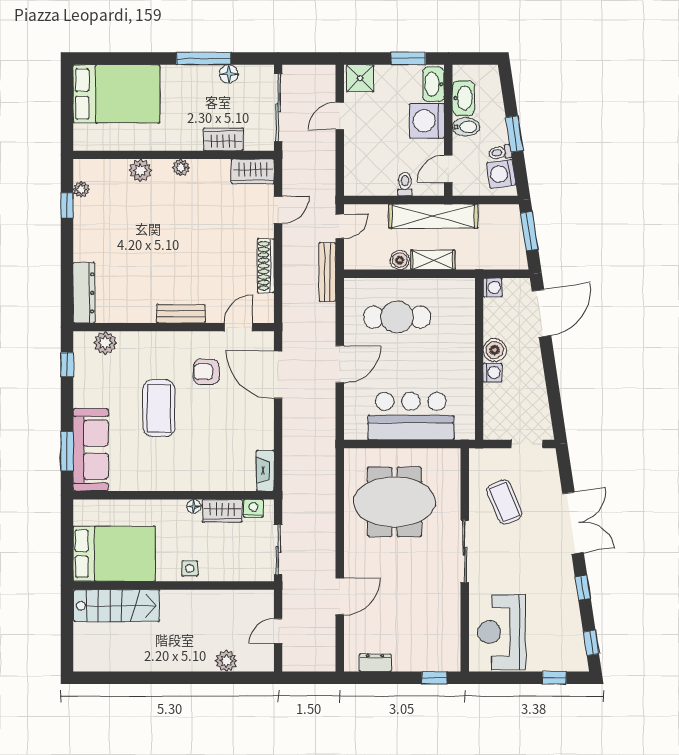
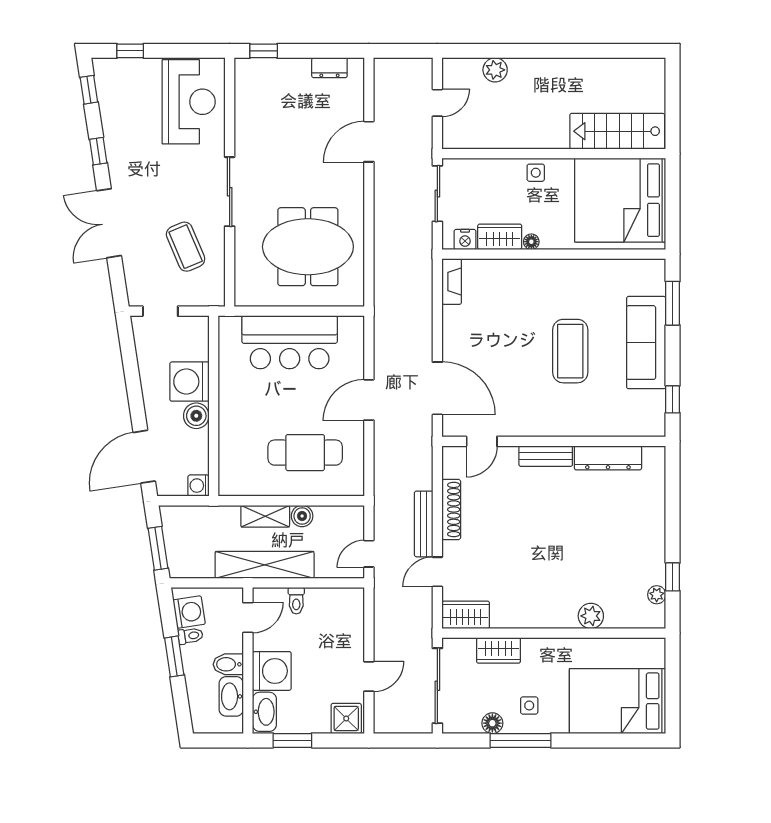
side table: (196, 90) -> (529, 705), added
plant: (181, 167) -> (546, 619), removed
bench: (327, 272) -> (424, 524), moved
dresser: (84, 293) -> (608, 458), moved, turned -90
plant: (105, 343) -> (630, 424), removed
armchair: (206, 372) -> (517, 392), removed
washing machine: (493, 373) -> (189, 382), width x1.89, depth x1.89
sofa: (91, 450) -> (646, 343), moved
bed: (114, 554) -> (620, 200), width x1.36

